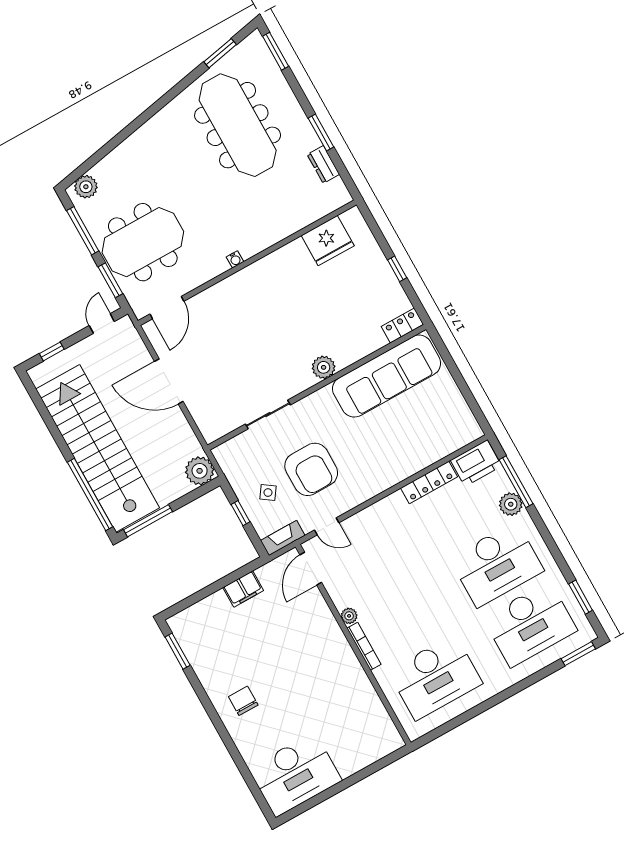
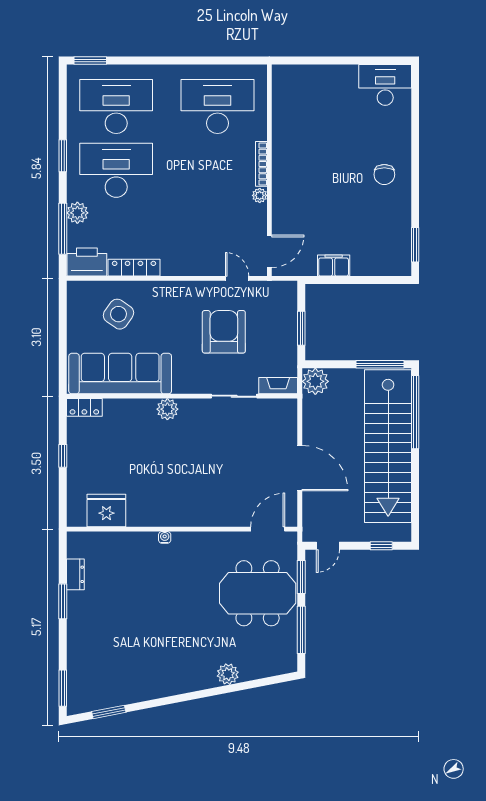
meeting table: (238, 125) -> (127, 645), removed
plant: (86, 187) -> (228, 674), moved
water cooler: (235, 259) -> (165, 537), moved
side table: (268, 493) -> (118, 314), moved, width x1.87, depth x1.87
window: (241, 513) -> (301, 328), width x1.50
fireplace: (283, 538) -> (278, 386), moved, turned 180
window: (581, 597) -> (63, 156), moved
desk: (295, 774) -> (385, 85), width x0.73, depth x0.77

